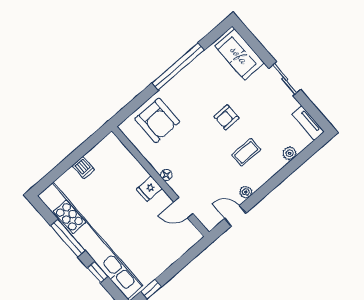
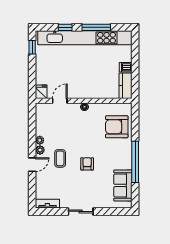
sofa: (240, 55) -> (123, 185), moved, turned -90
kitchen counter: (104, 150) -> (126, 86), added
plant: (290, 153) -> (40, 150), moved
fridge: (149, 189) -> (41, 92), moved
door: (235, 216) -> (32, 165), moved

